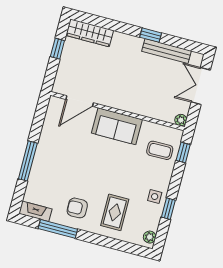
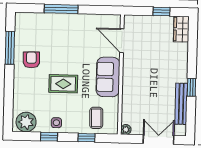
wardrobe: (90, 33) -> (181, 29), width x0.67
window: (183, 153) -> (87, 138), moved
fireplace: (35, 211) -> (20, 25), removed
rug: (115, 212) -> (63, 84), moved
plant: (150, 237) -> (26, 122), width x1.88, depth x1.88

